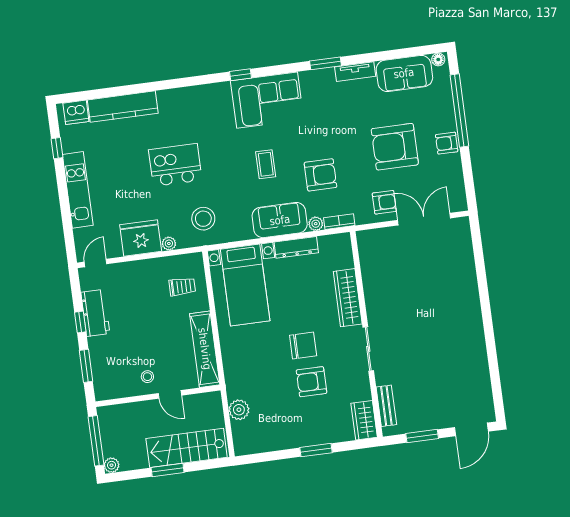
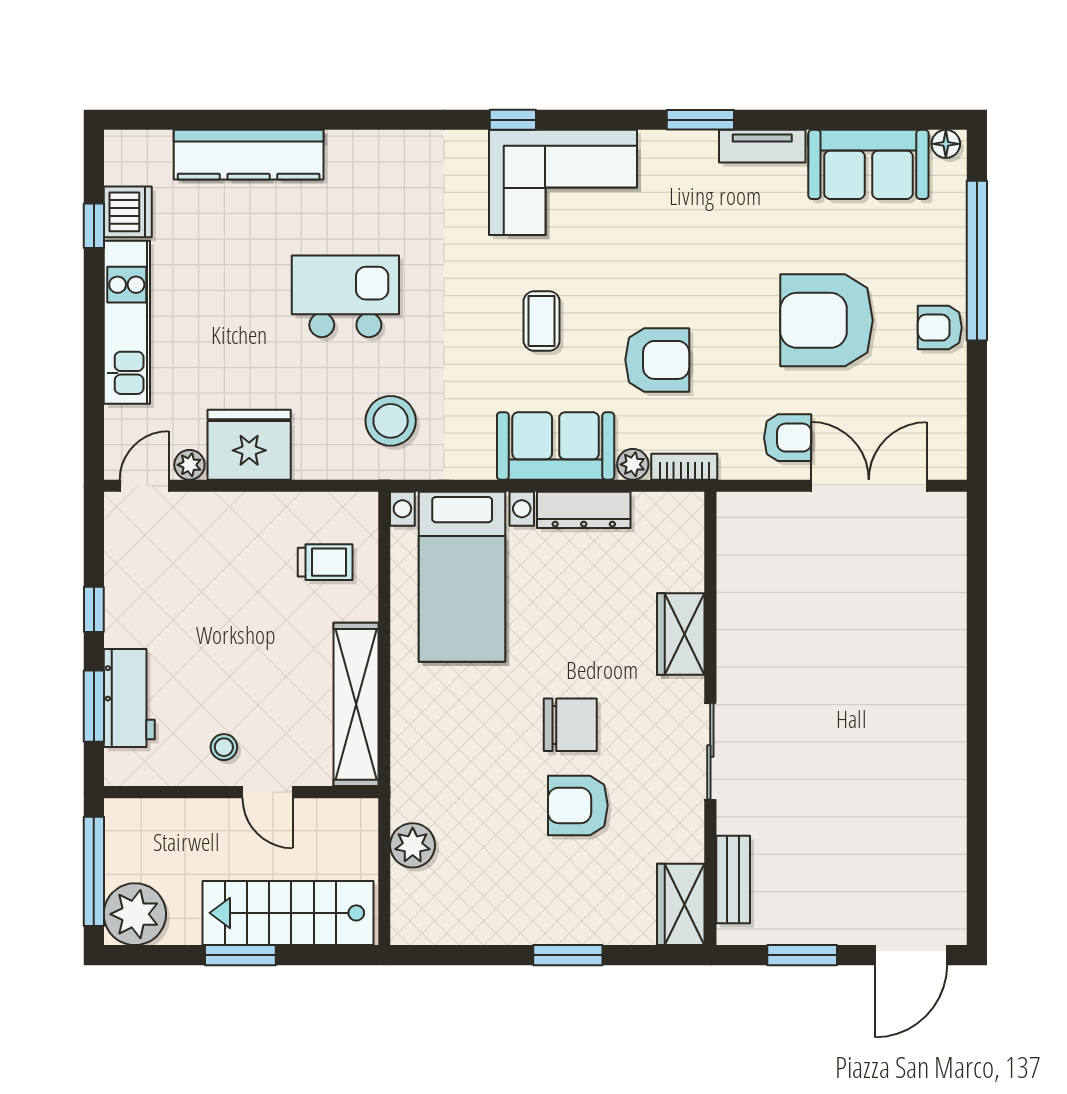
dishwasher: (76, 112) -> (128, 212), moved, turned -90
plant: (169, 243) -> (189, 465), moved
wardrobe: (348, 298) -> (681, 634), width x0.67
workbench: (95, 313) -> (129, 698), moved
plant: (112, 465) -> (135, 914), width x1.87, depth x1.87

